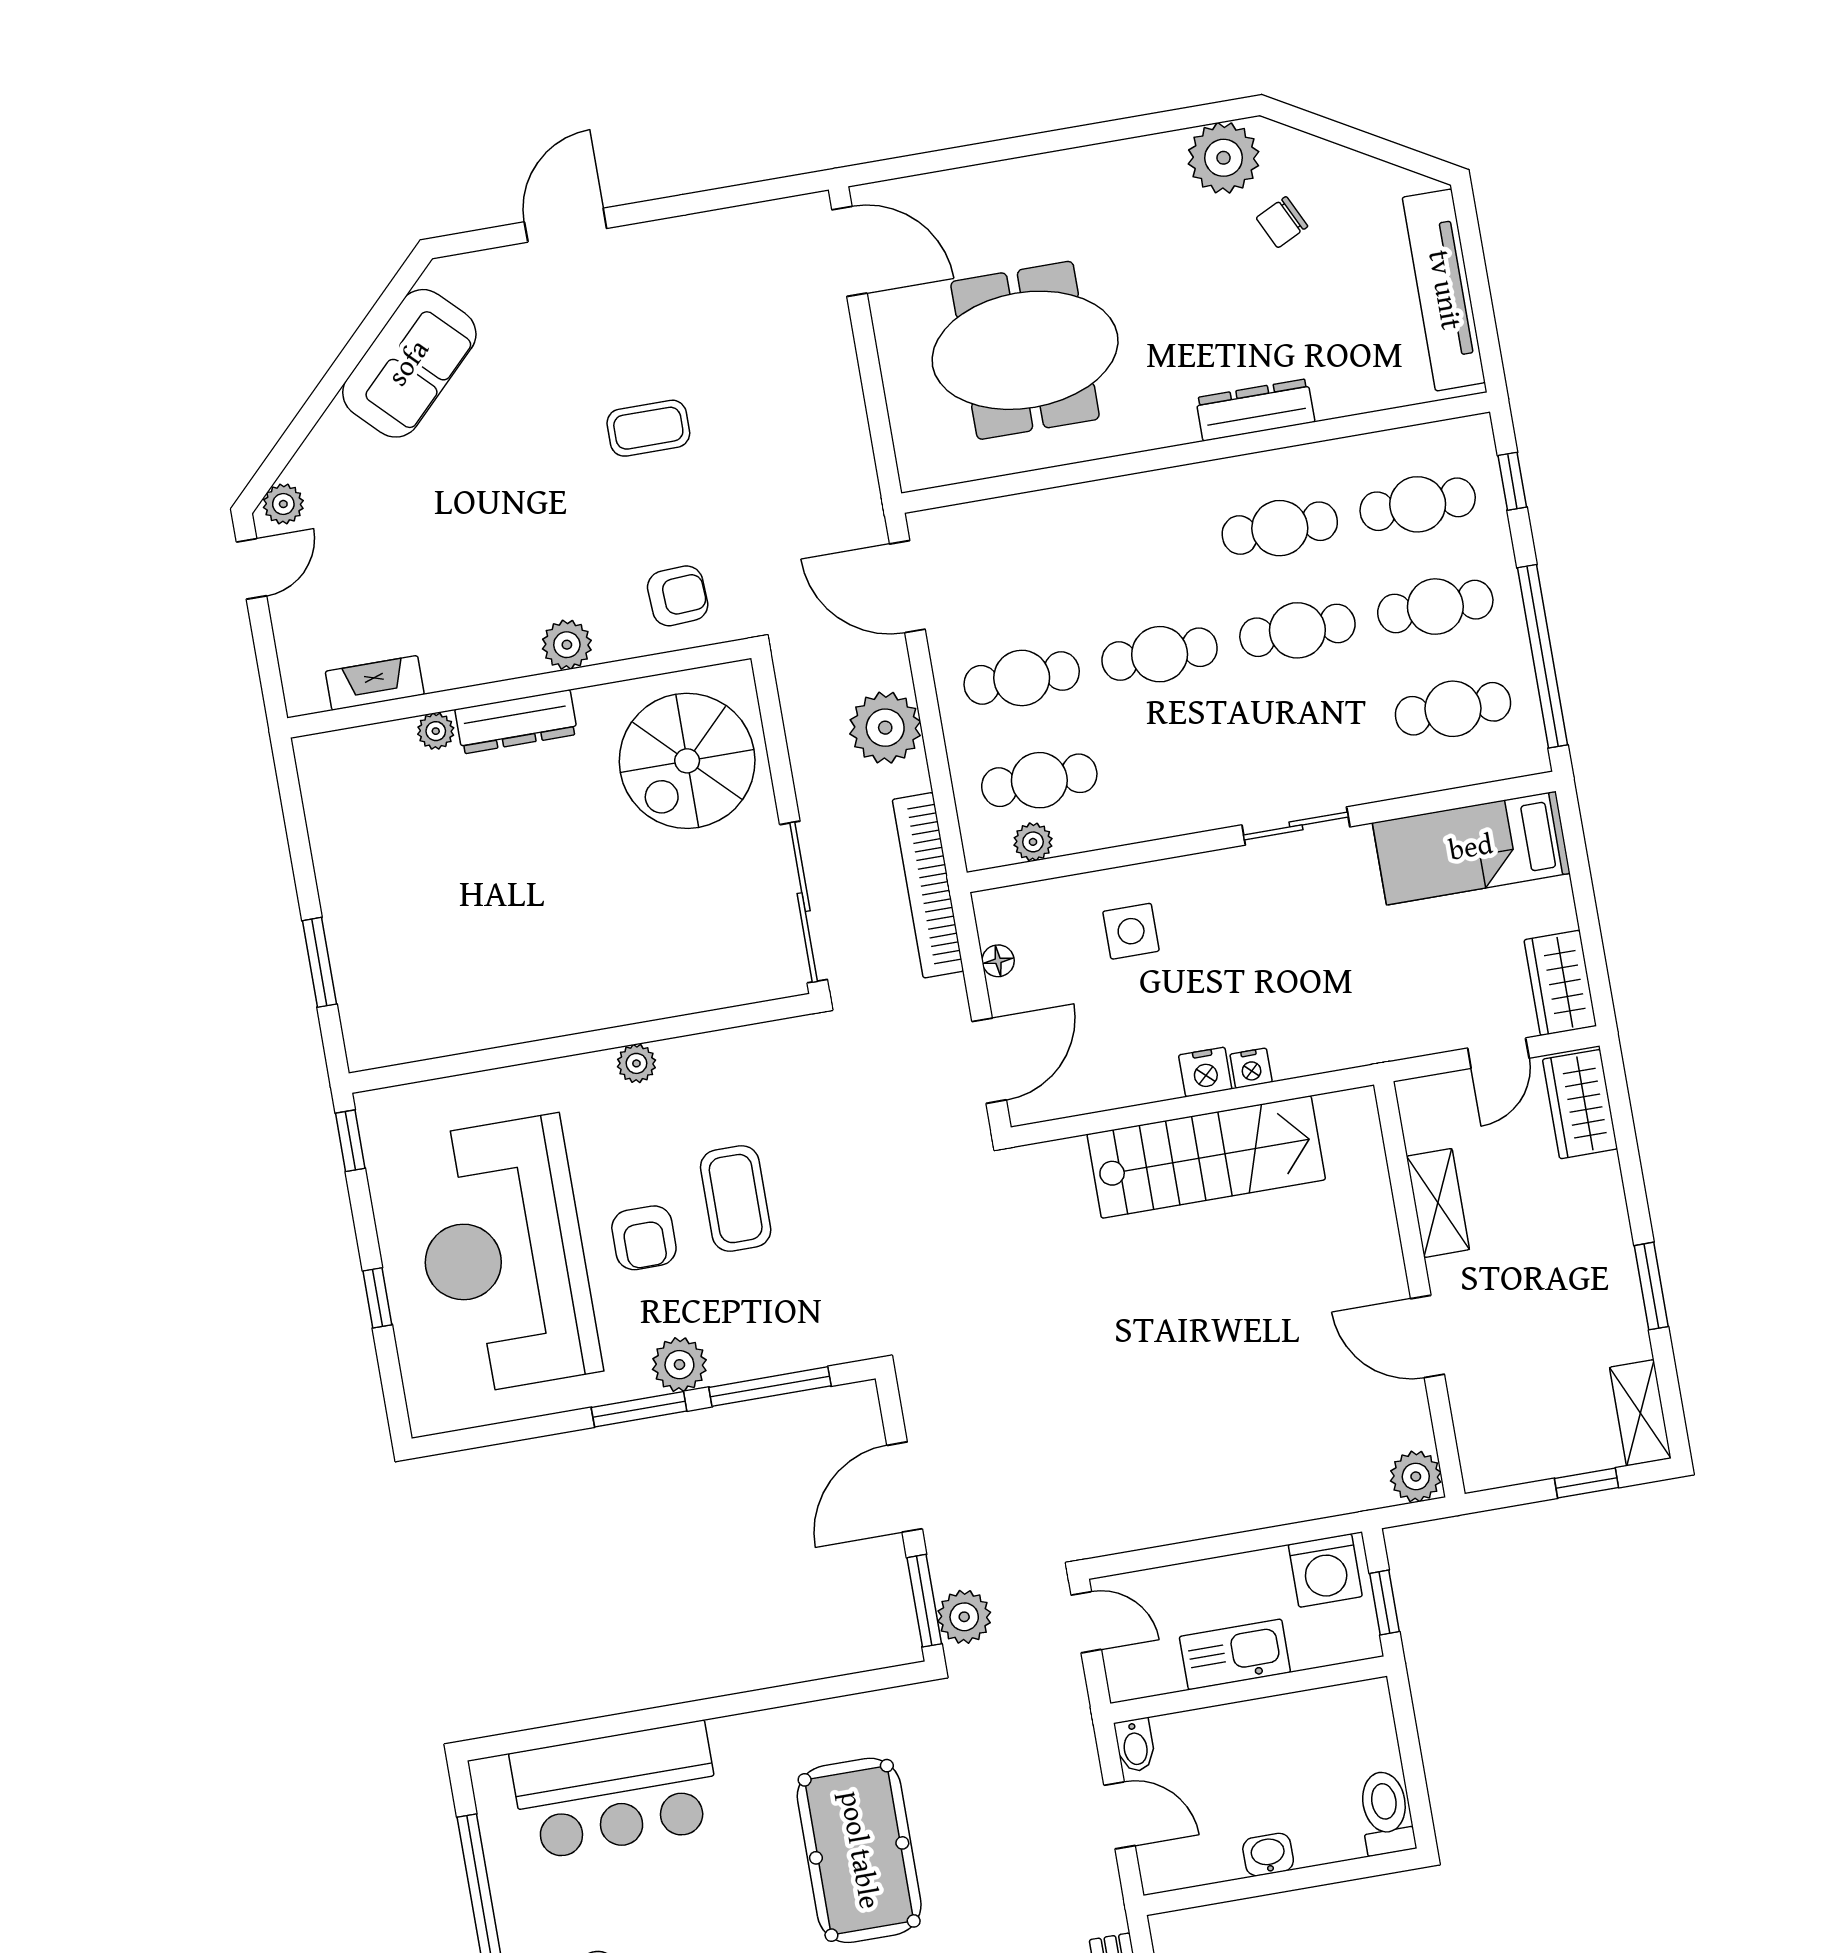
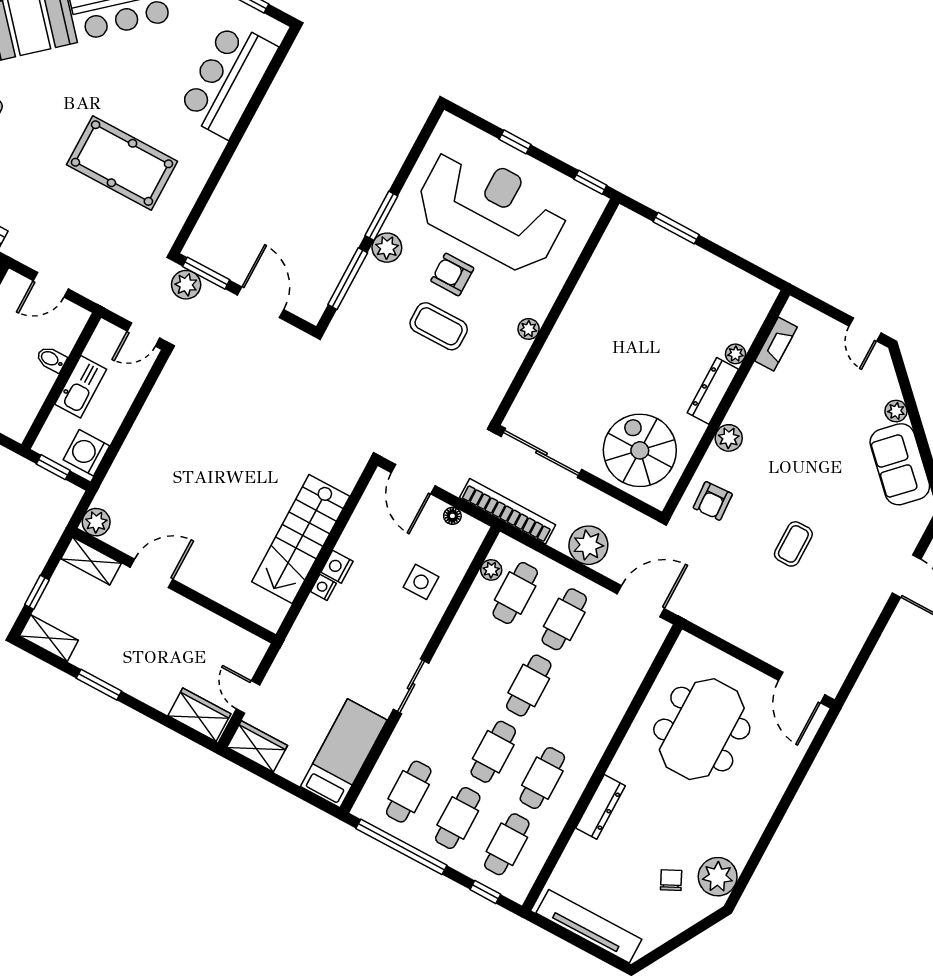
door: (849, 251) -> (802, 687), hinge flipped
plant: (283, 504) -> (896, 411), moved
shelving: (1438, 1203) -> (91, 561), moved
bidet: (1135, 1745) -> (51, 359), moved

